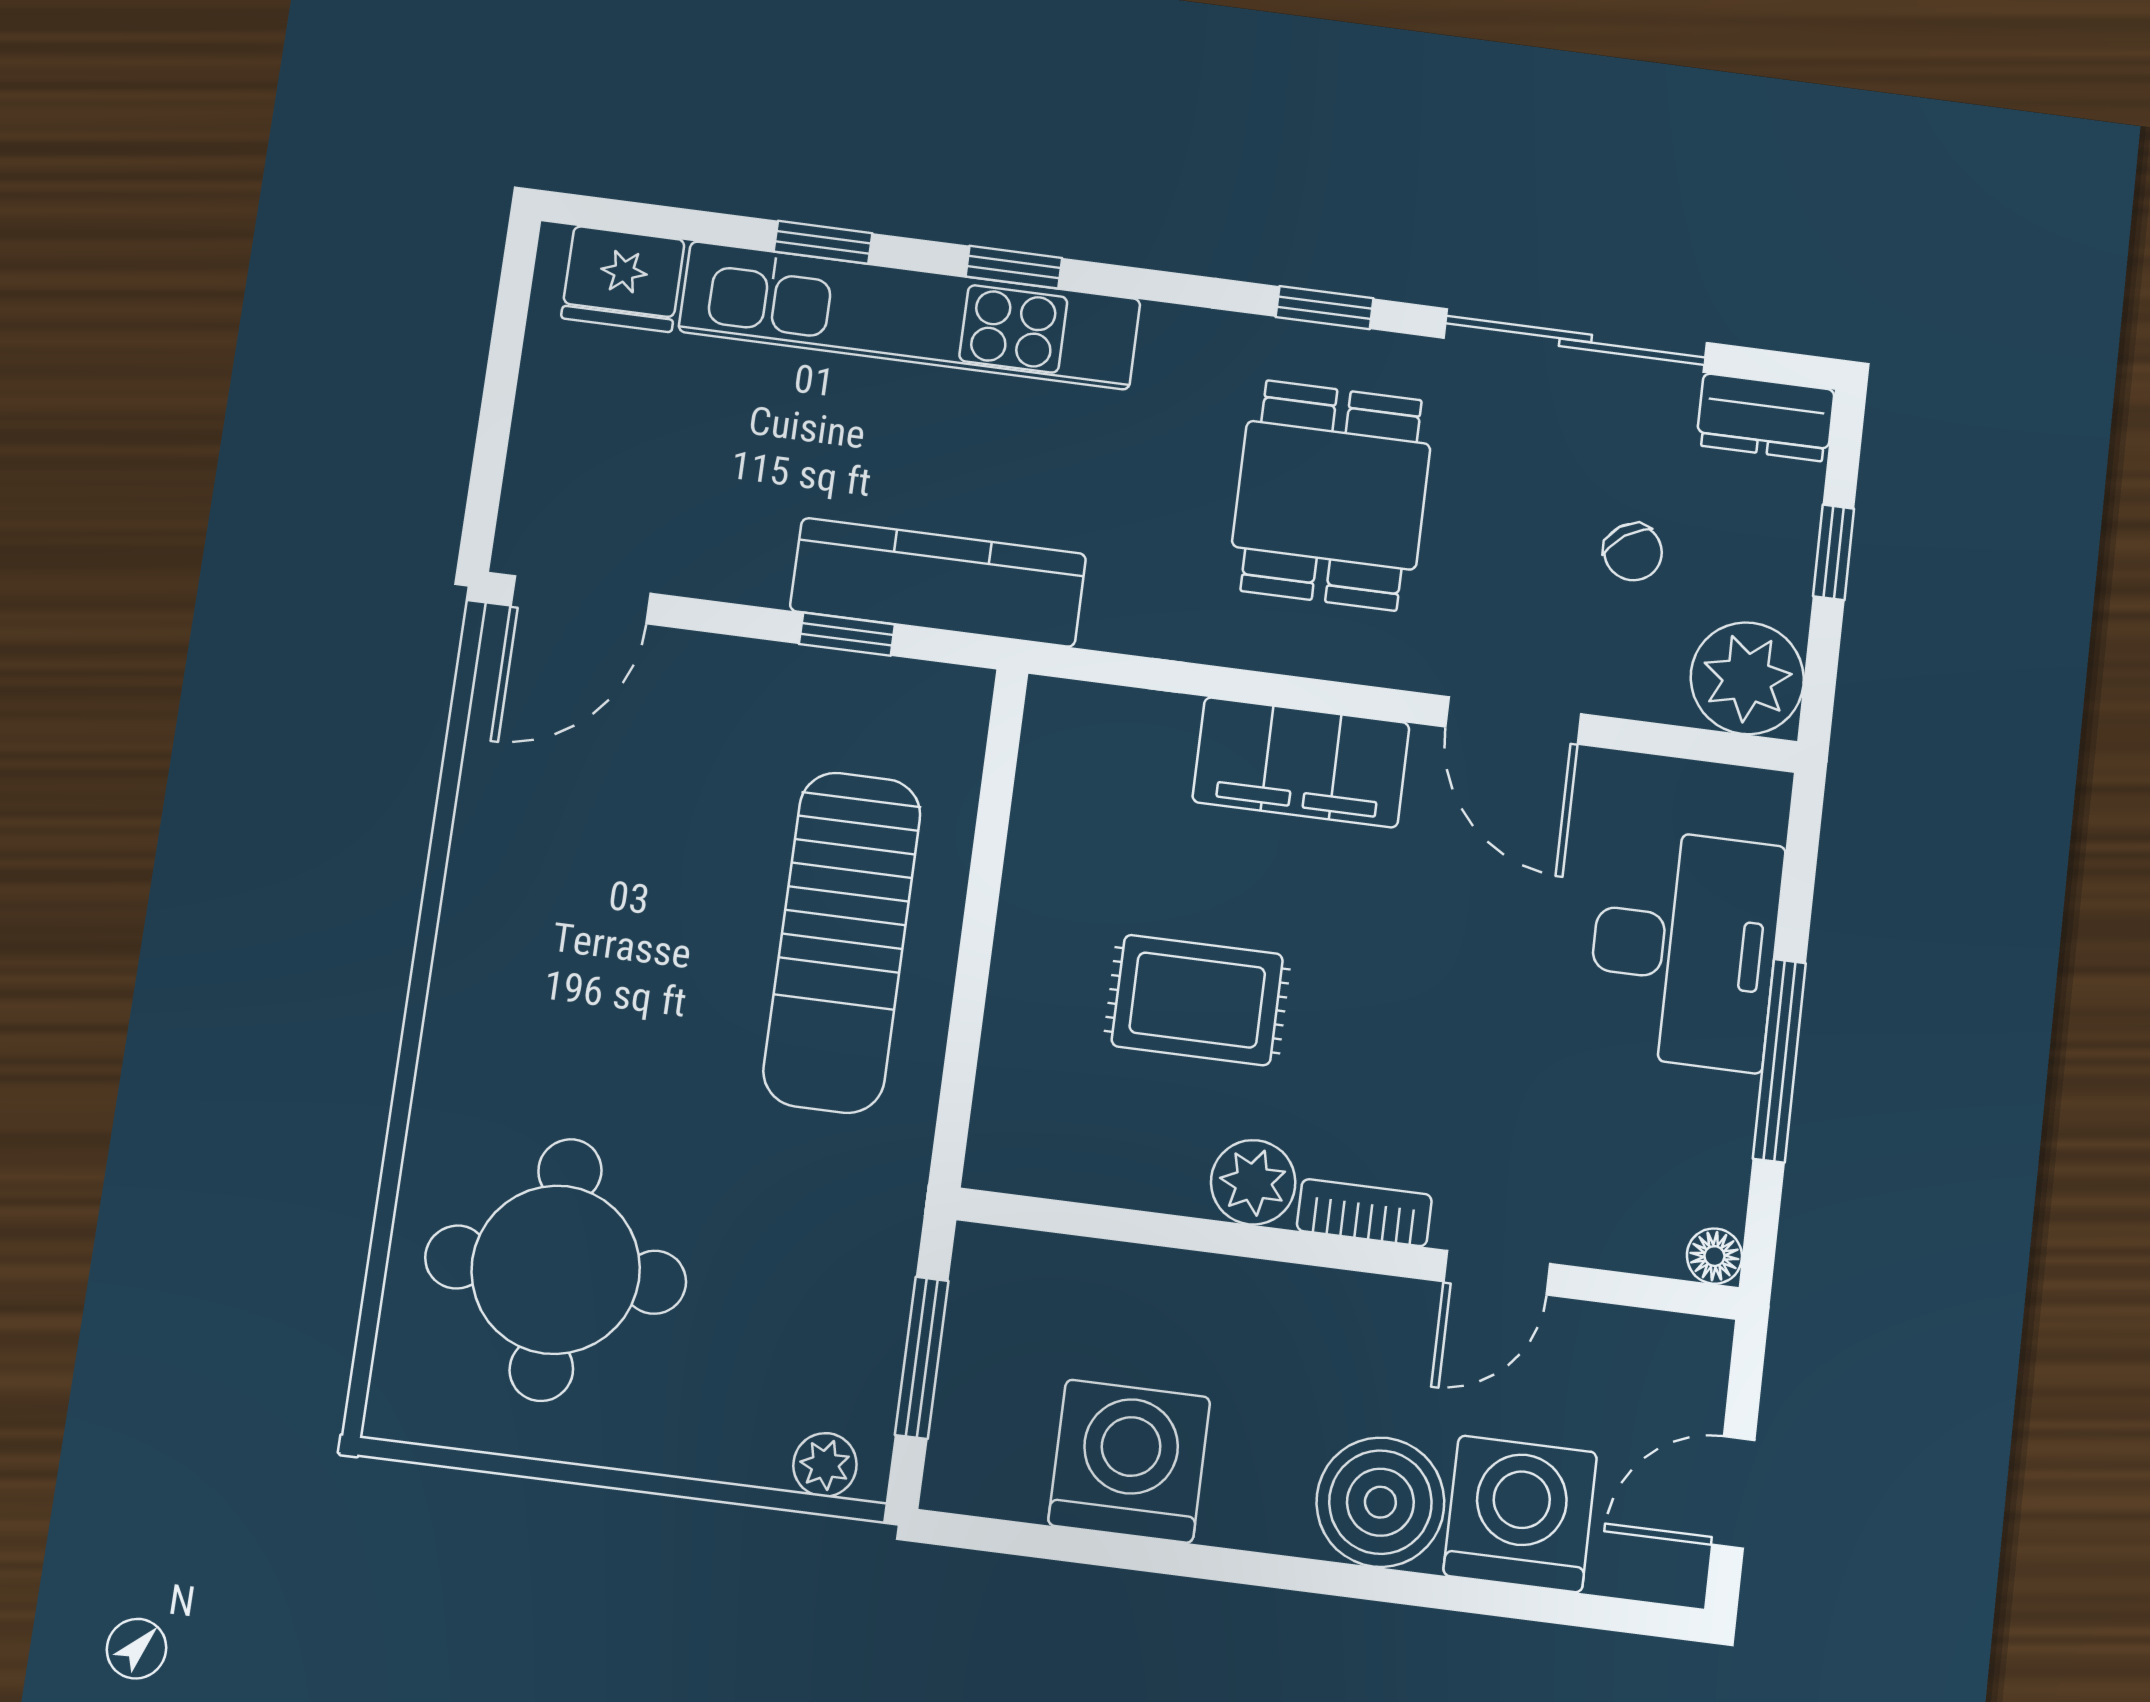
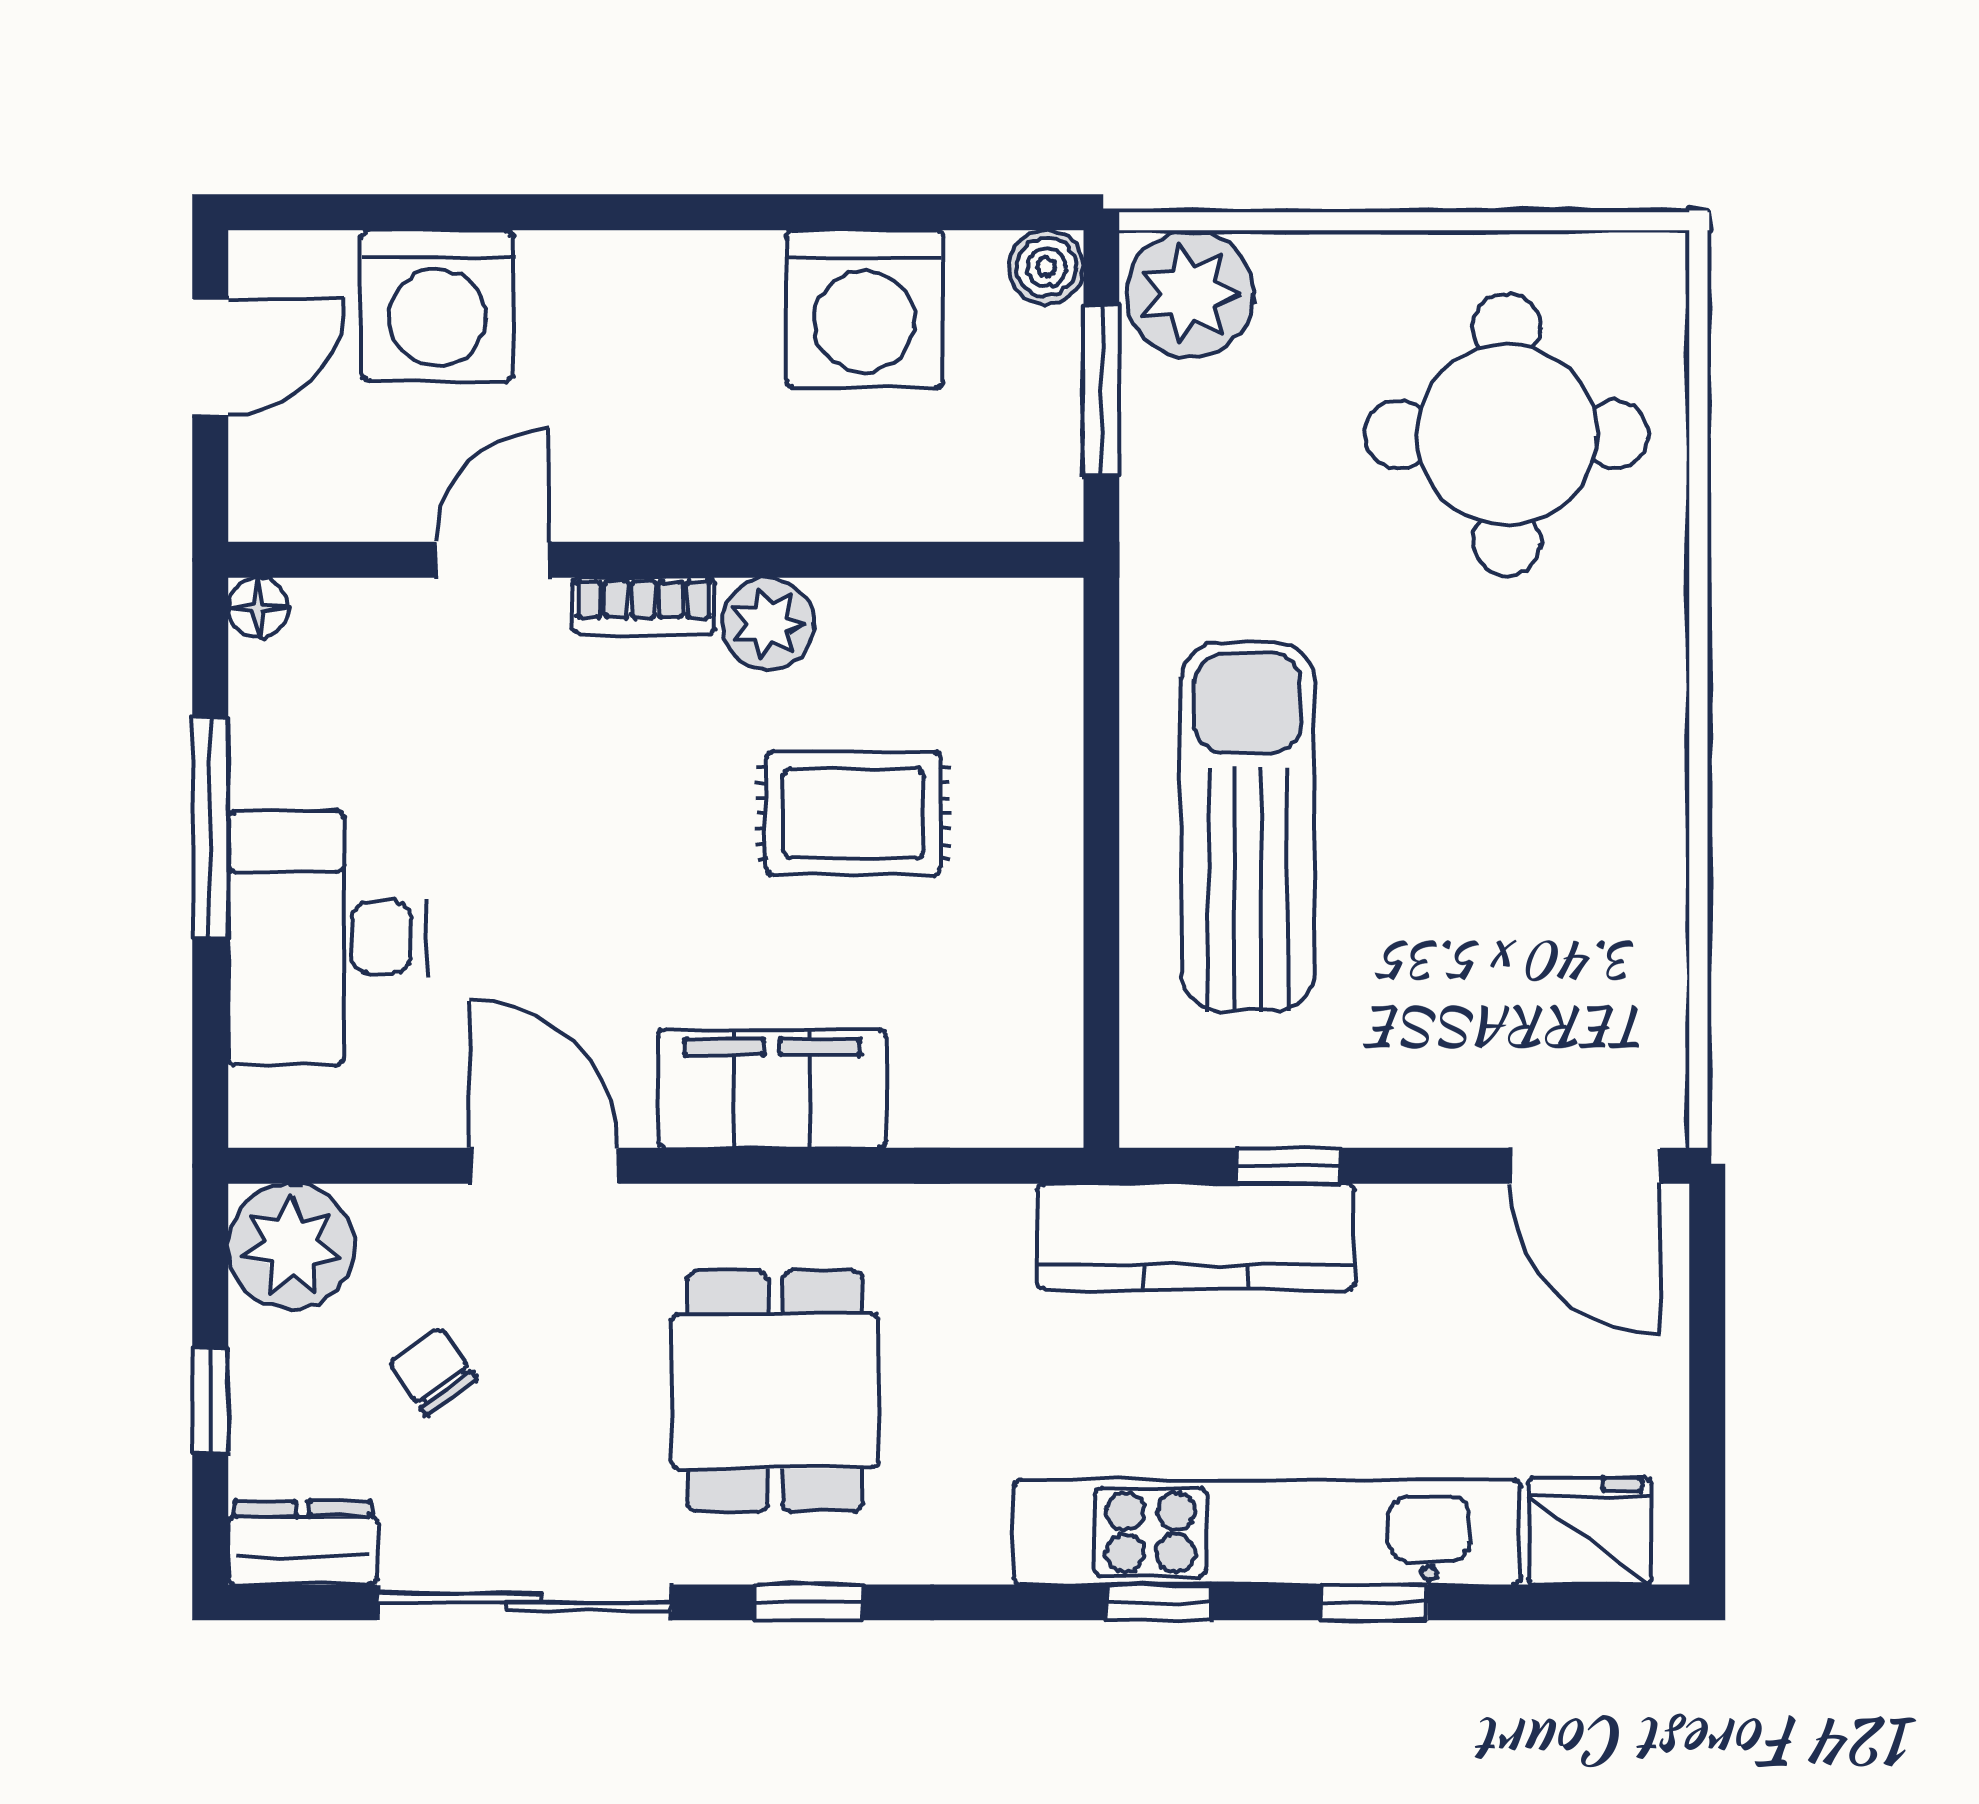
door: (581, 600) -> (1585, 1166), swing flipped
plant: (825, 1465) -> (1190, 294), width x1.88, depth x1.88
boiler: (1380, 1502) -> (1046, 267), moved, width x0.54, depth x0.54

